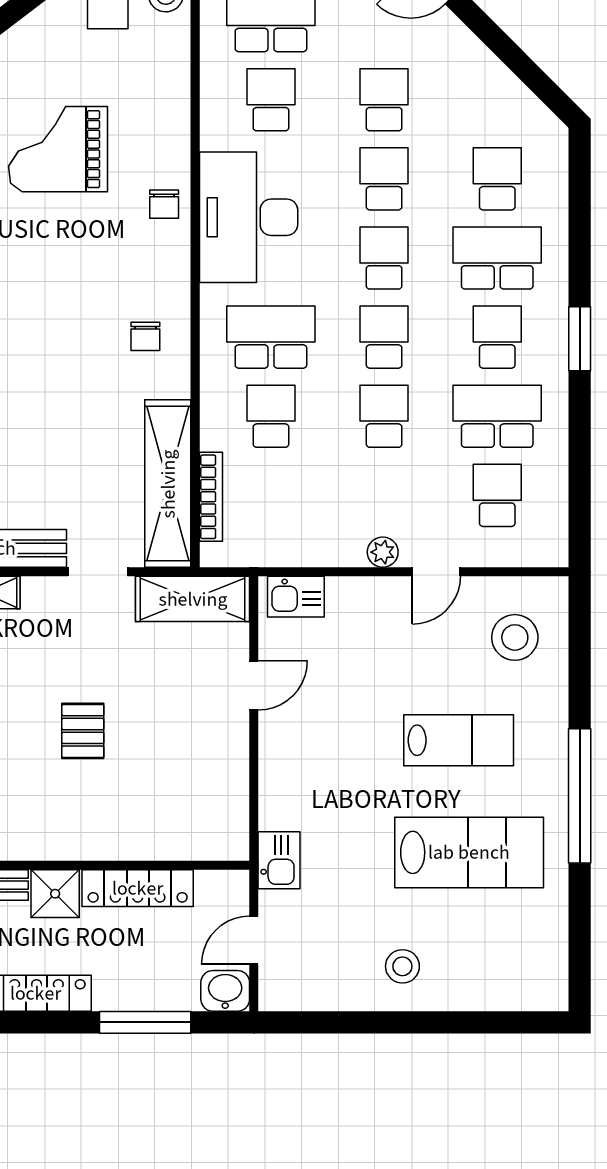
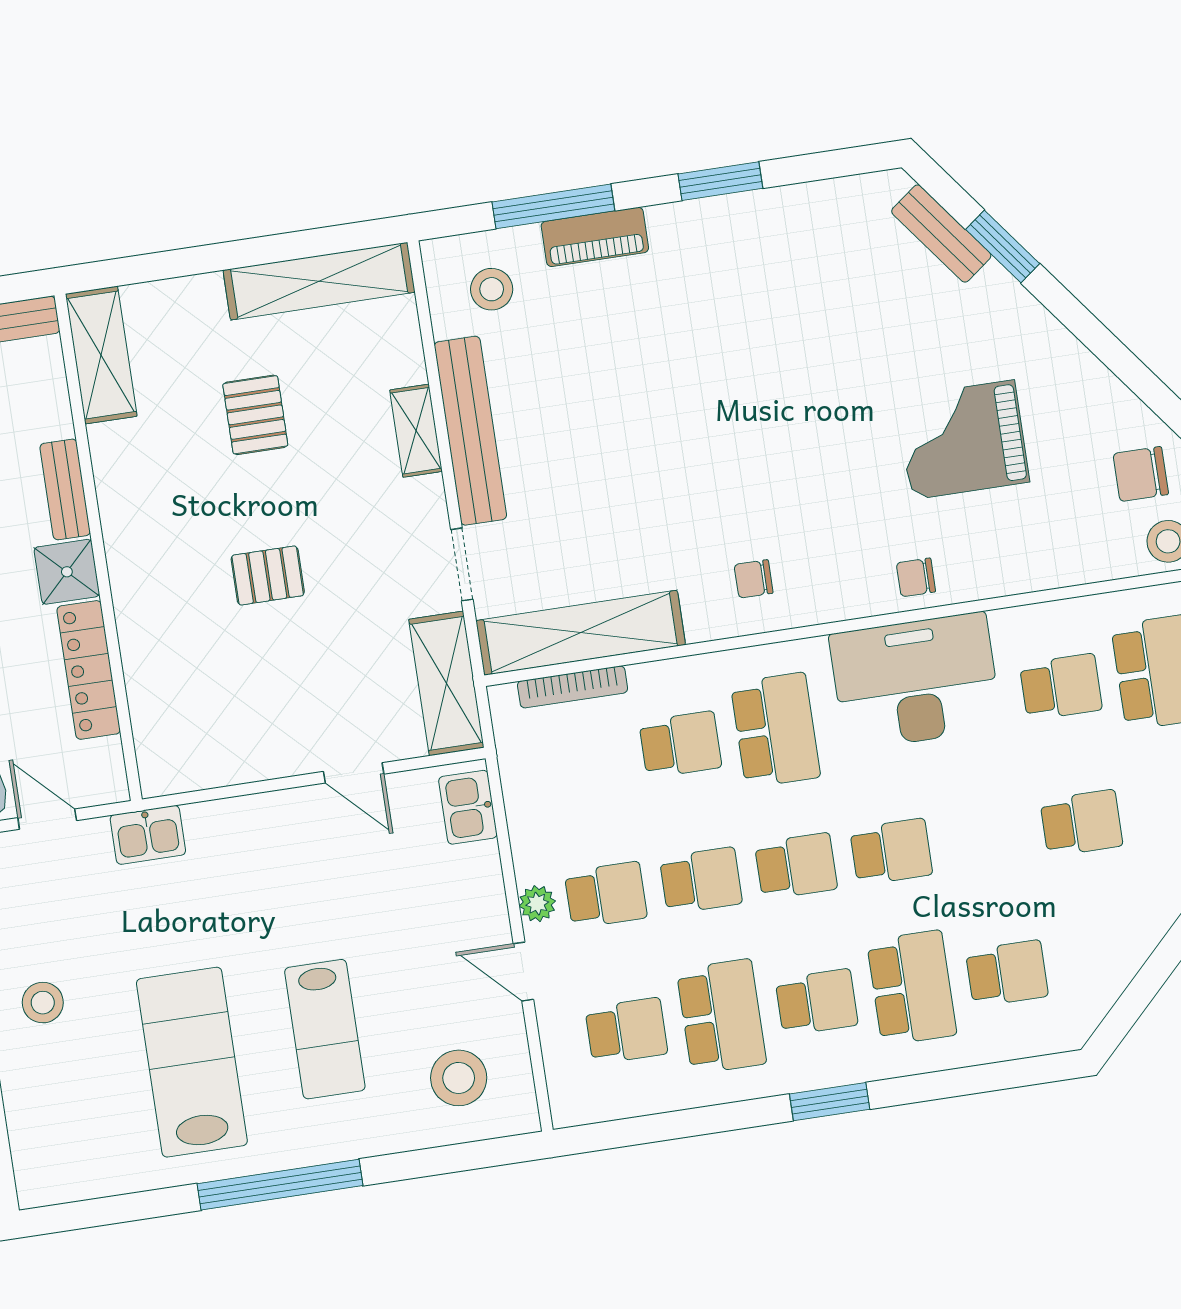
grand piano: (58, 149) -> (963, 440), turned -90
school desk: (384, 179) -> (606, 895), moved
lab bench: (469, 852) -> (192, 1062), turned 180

